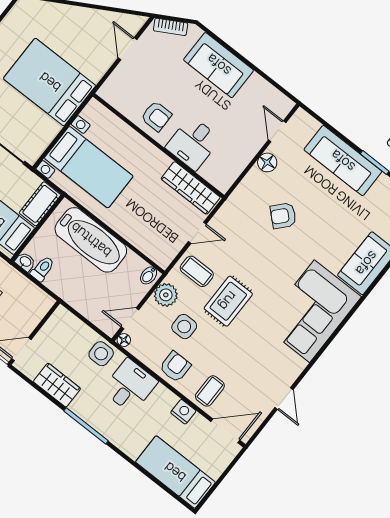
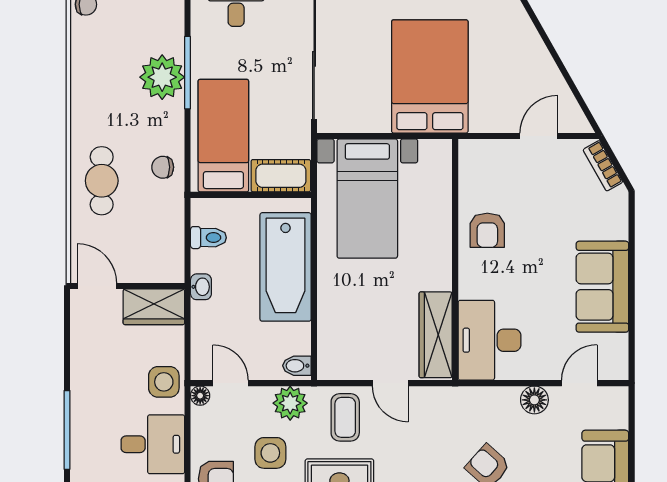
sofa: (219, 65) -> (602, 287), moved
desk: (193, 143) -> (489, 340), moved, width x1.37
washbasin: (25, 262) -> (201, 287), moved
wardrobe: (57, 385) -> (154, 307), moved, turned 90

